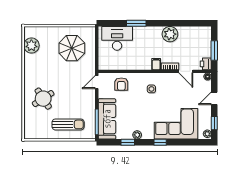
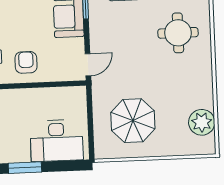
armchair: (121, 84) -> (26, 62), moved
round table: (43, 99) -> (178, 33), turned 33

